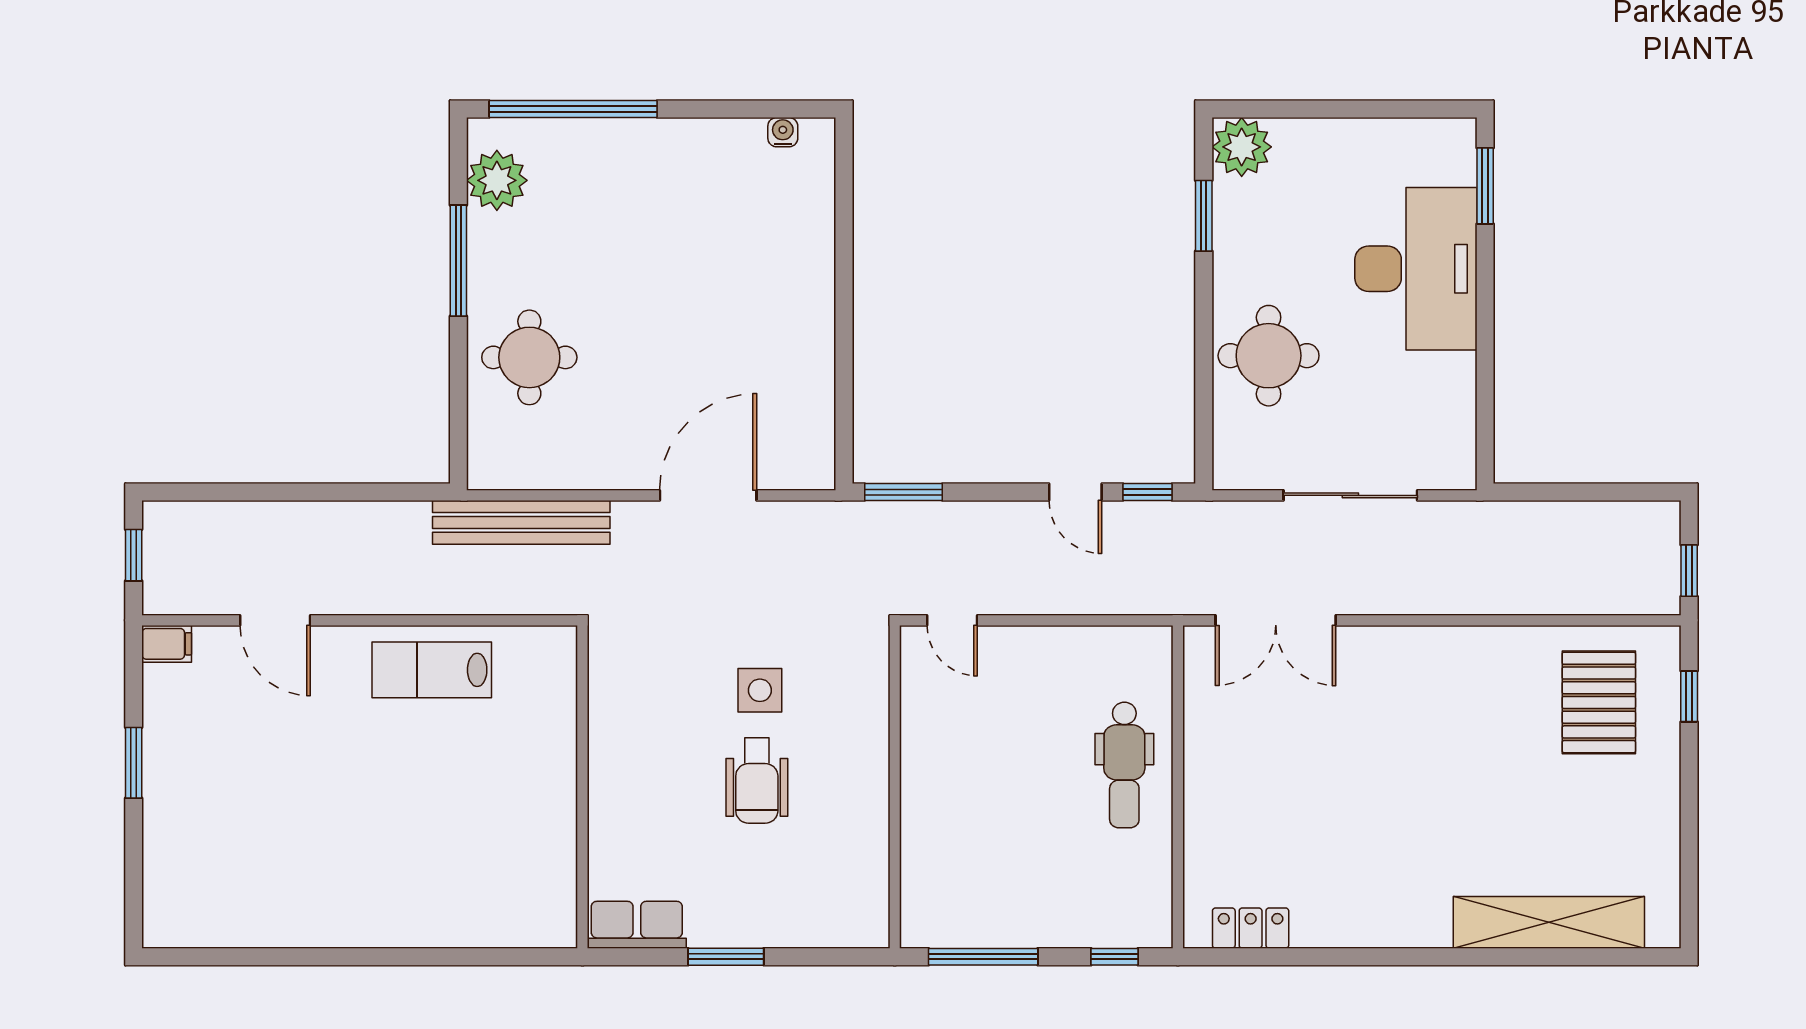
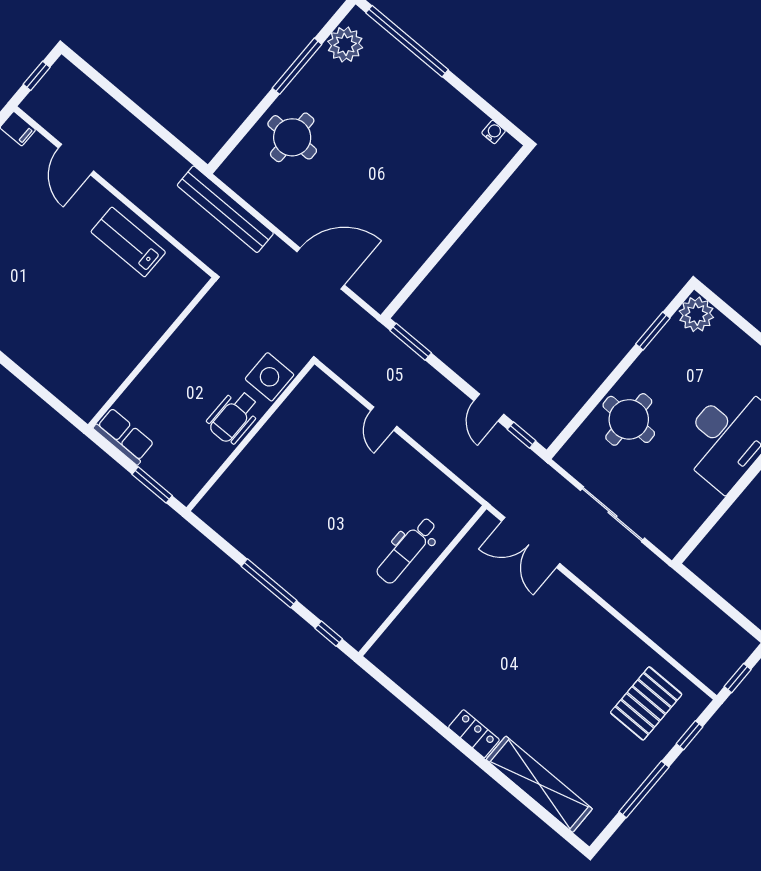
side table: (760, 690) -> (270, 377), width x1.37, depth x1.37
wall: (895, 787) -> (250, 436), moved
window: (1689, 815) -> (644, 789), added
locker: (1251, 928) -> (474, 734), moved

